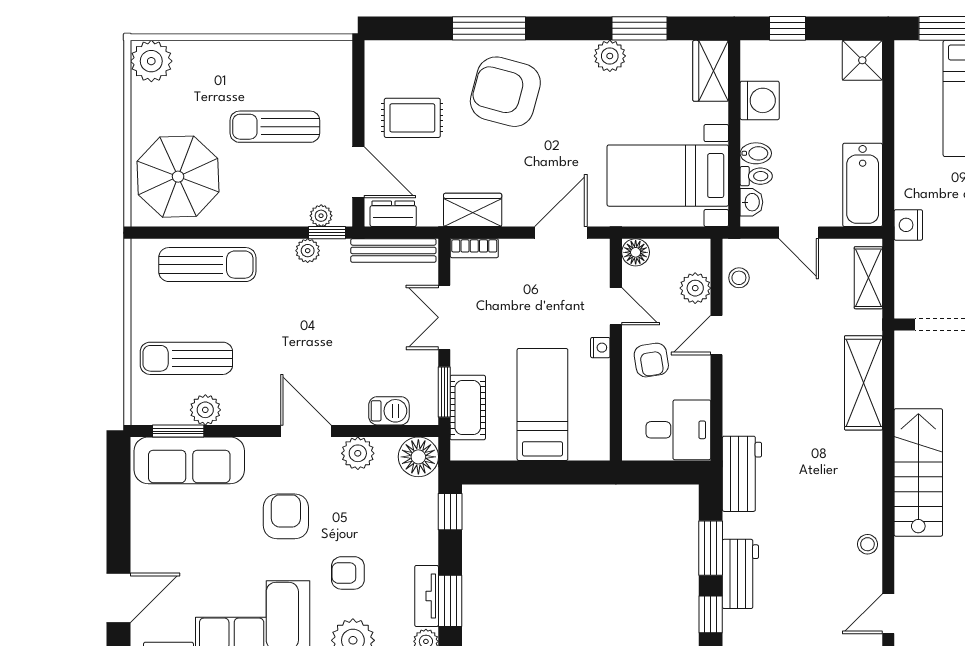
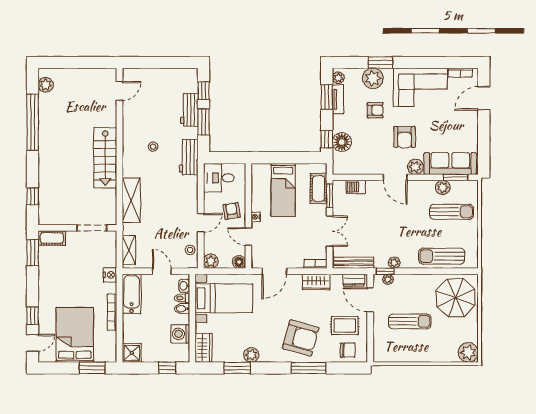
chair: (406, 66) -> (348, 350), added
bookcase: (904, 146) -> (112, 312), added
plant: (695, 288) -> (211, 261), moved
plant: (358, 453) -> (415, 167), moved
floor lamp: (418, 457) -> (342, 142), moved
stool: (867, 544) -> (153, 147), moved

